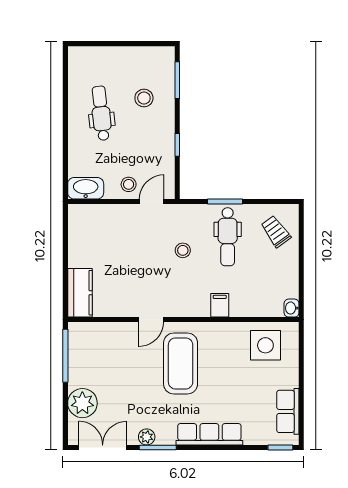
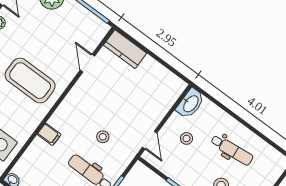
stool: (129, 184) -> (186, 138), moved
door: (151, 320) -> (87, 63), moved

